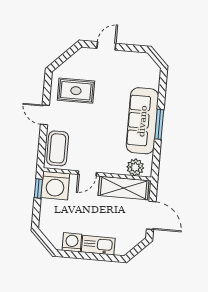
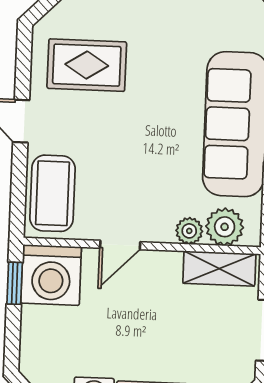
plant: (119, 168) -> (189, 231), added
shelving: (124, 188) -> (219, 269), width x0.67, depth x0.75

